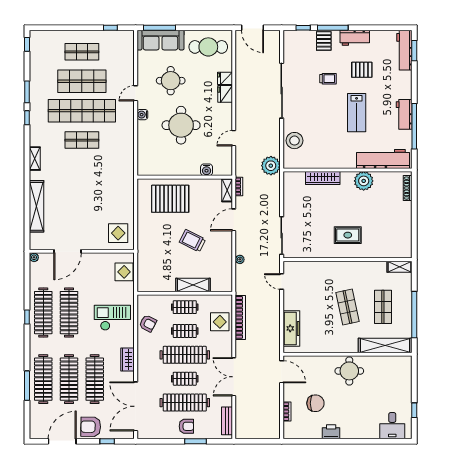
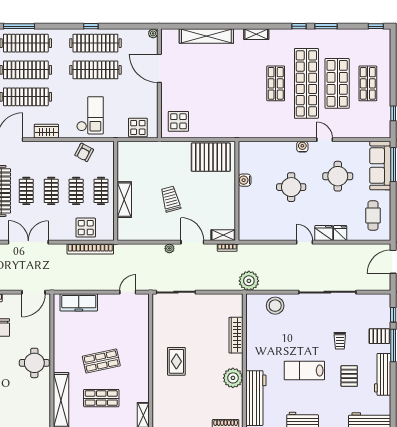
workbench: (355, 38) -> (383, 374), width x1.37
cafe table: (208, 47) -> (373, 216), width x0.73, depth x0.74
round table: (181, 125) -> (291, 187), width x0.73, depth x0.73
door: (234, 138) -> (305, 242), moved
water cooler: (207, 170) -> (245, 180), moved
pallet: (170, 199) -> (211, 157), moved, turned 90
trolley: (192, 241) -> (170, 199), turned -42
plant: (240, 259) -> (169, 248), moved
clothes rail: (185, 355) -> (51, 191), width x0.54, depth x0.76

